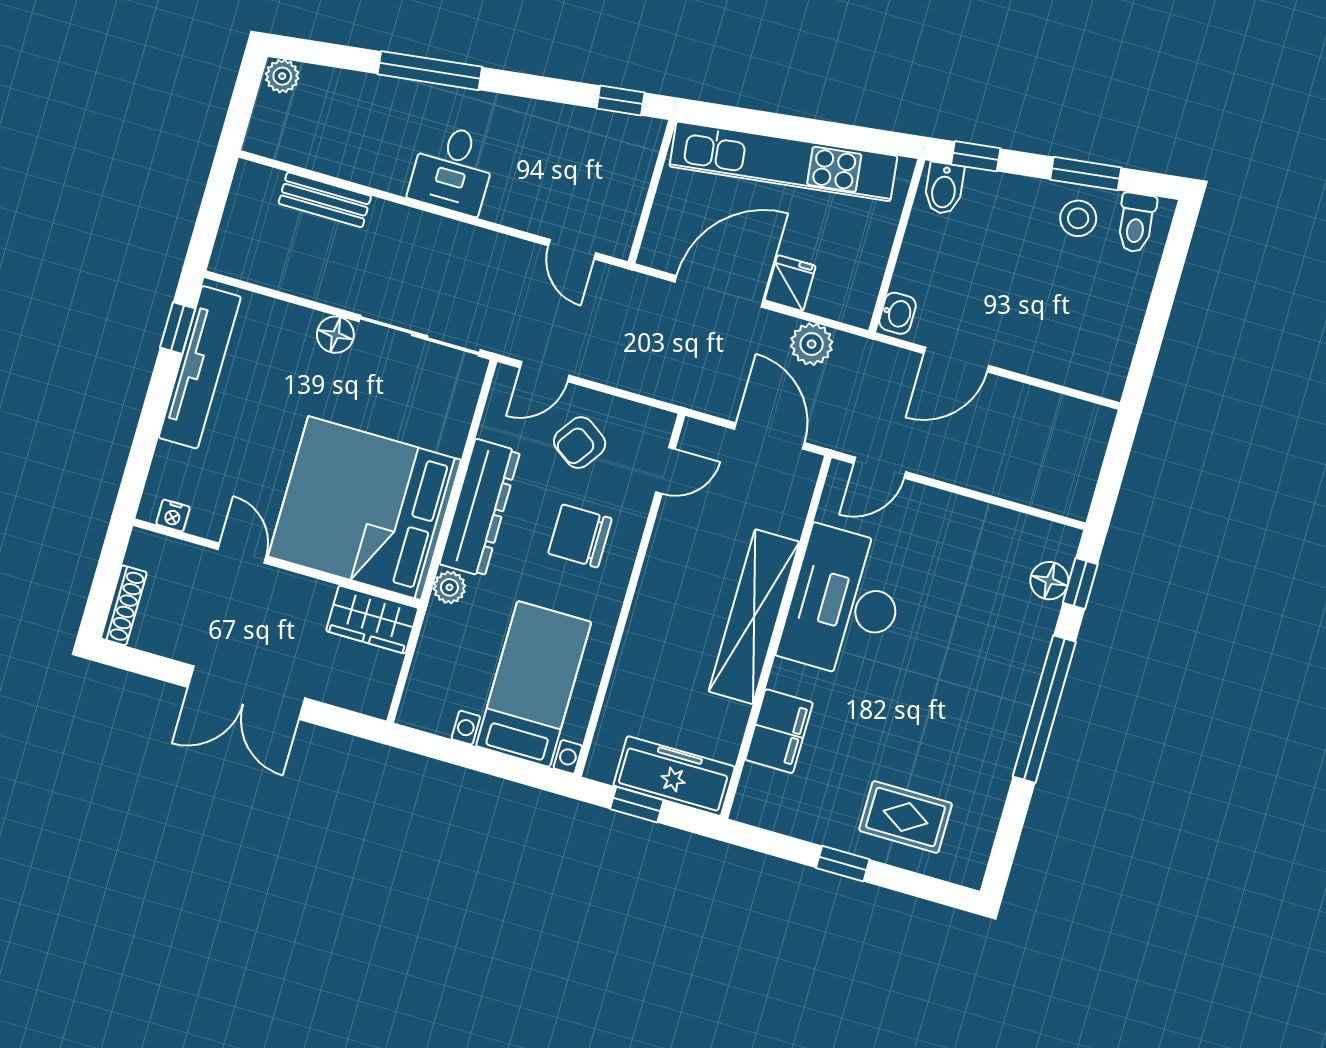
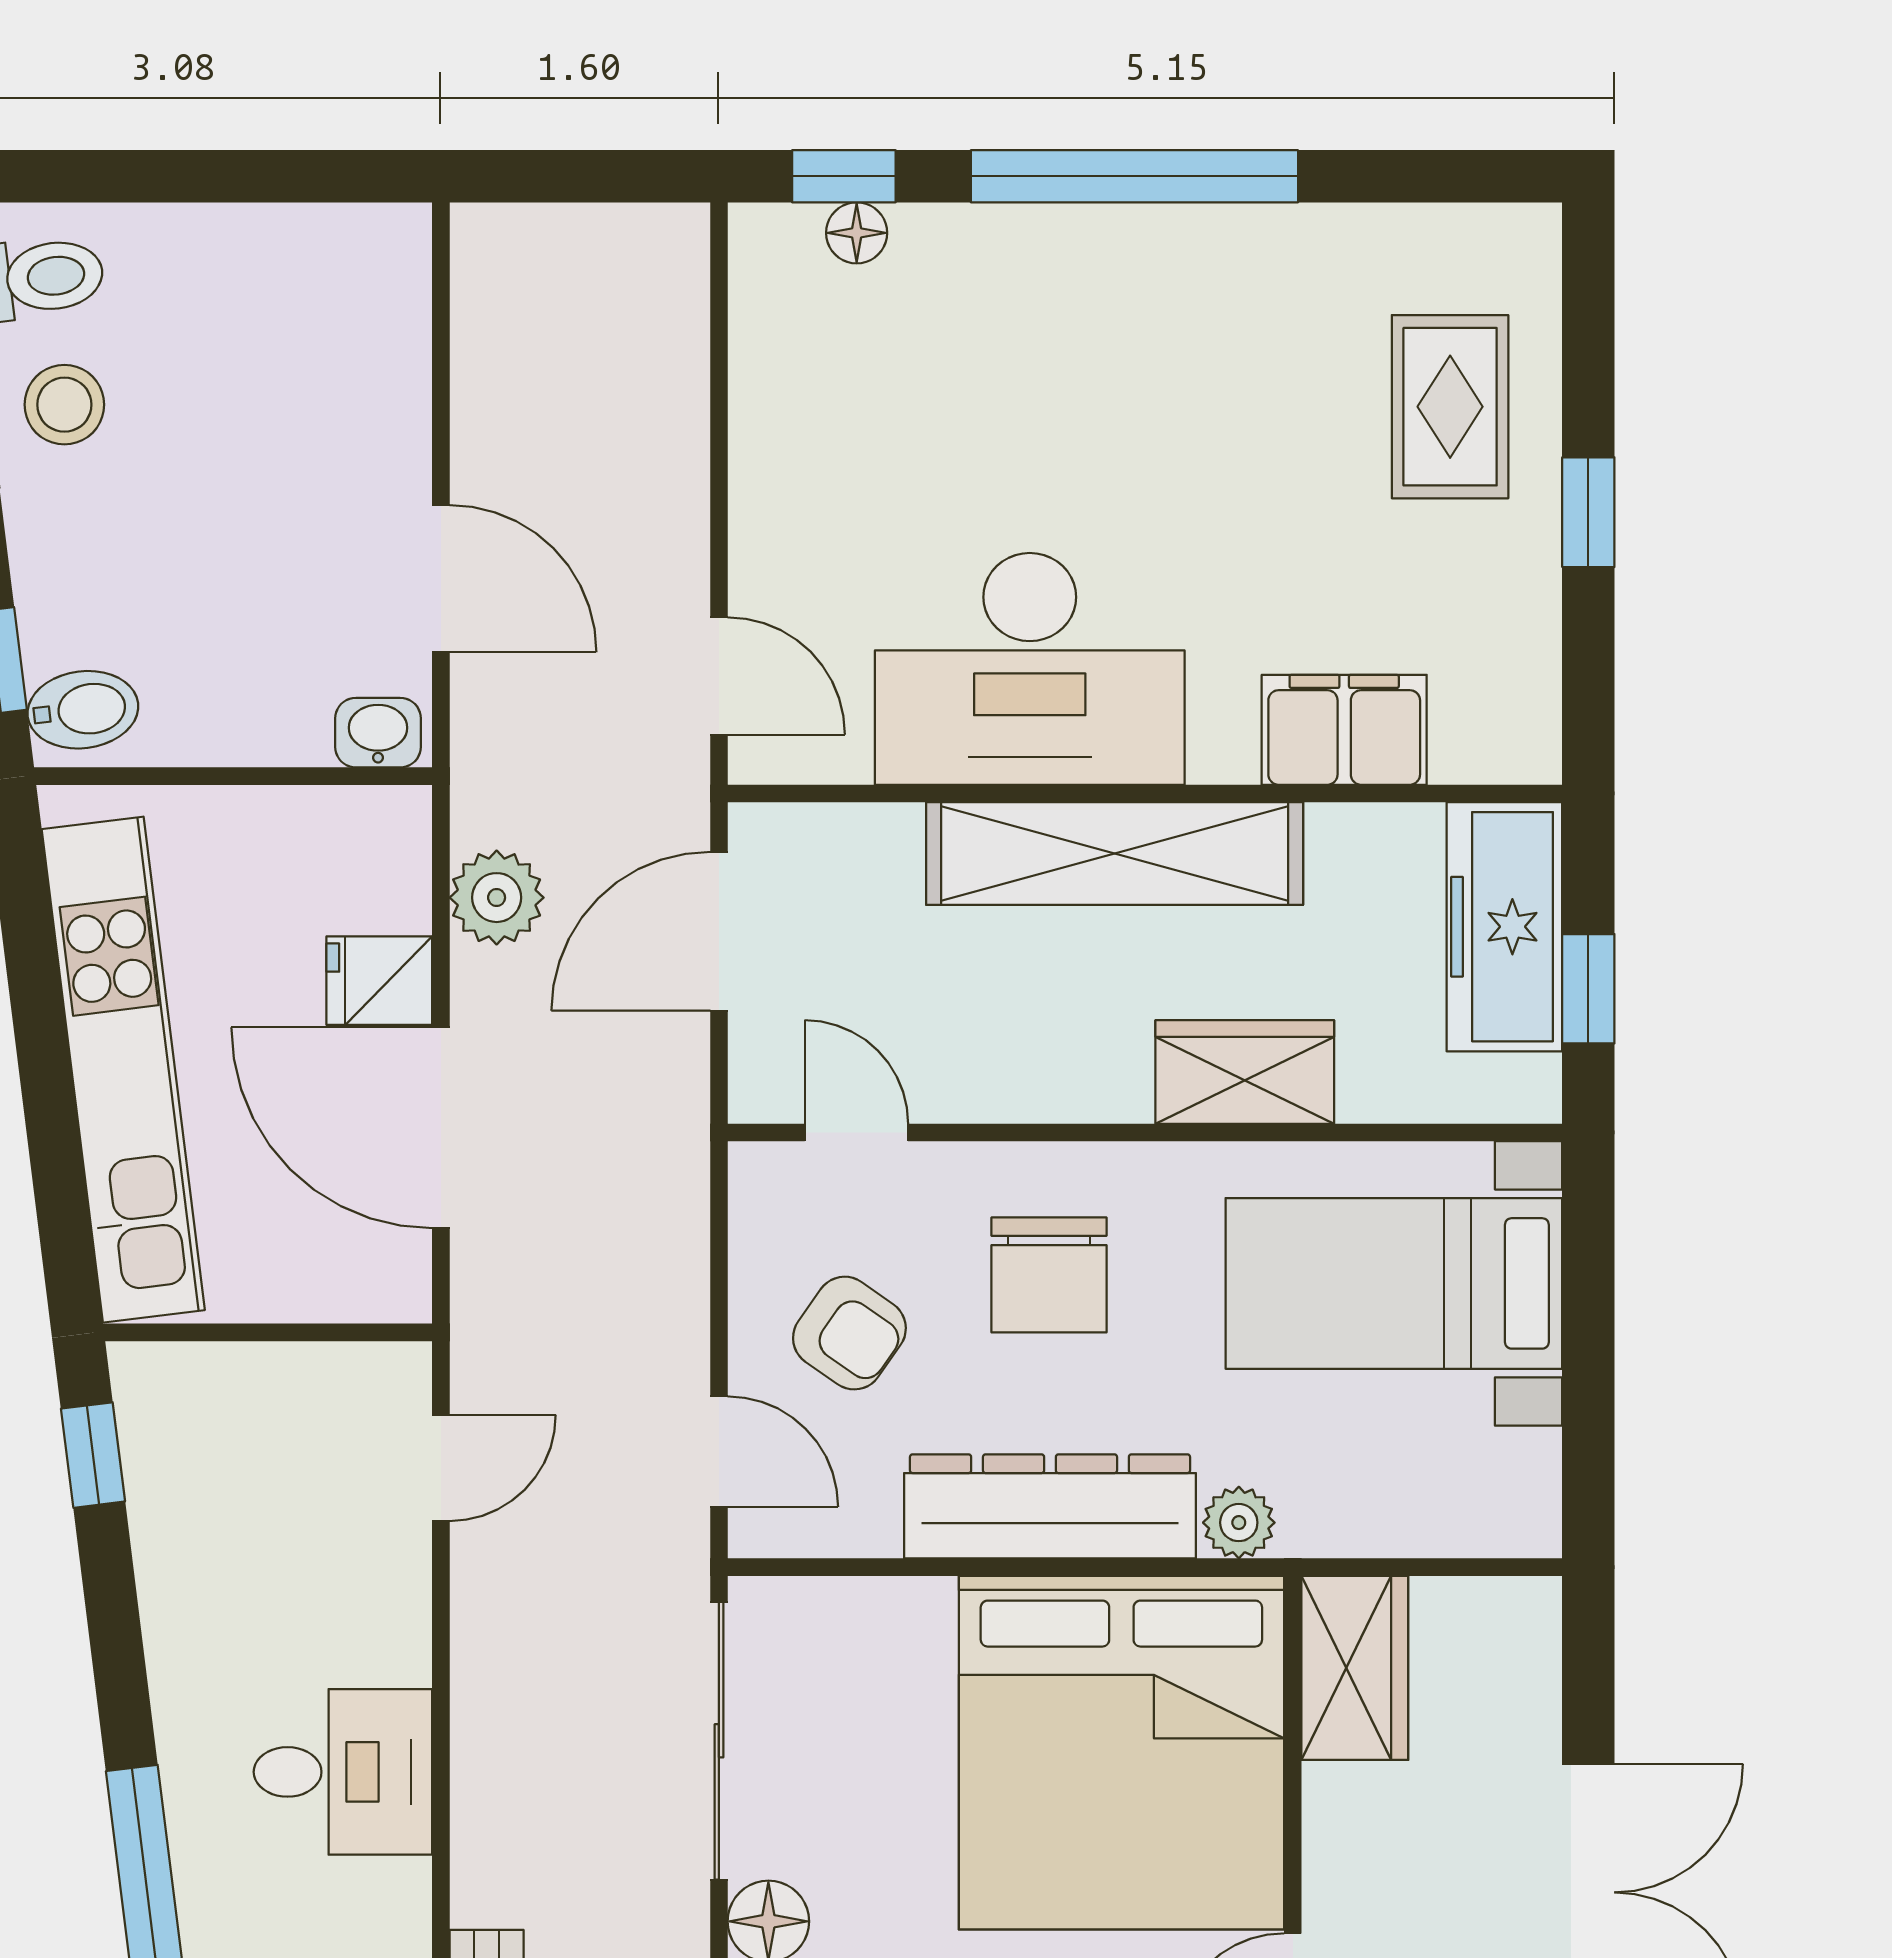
floor lamp: (1049, 581) -> (857, 233), width x0.73, depth x0.73
wardrobe: (643, 646) -> (1245, 1072), added

